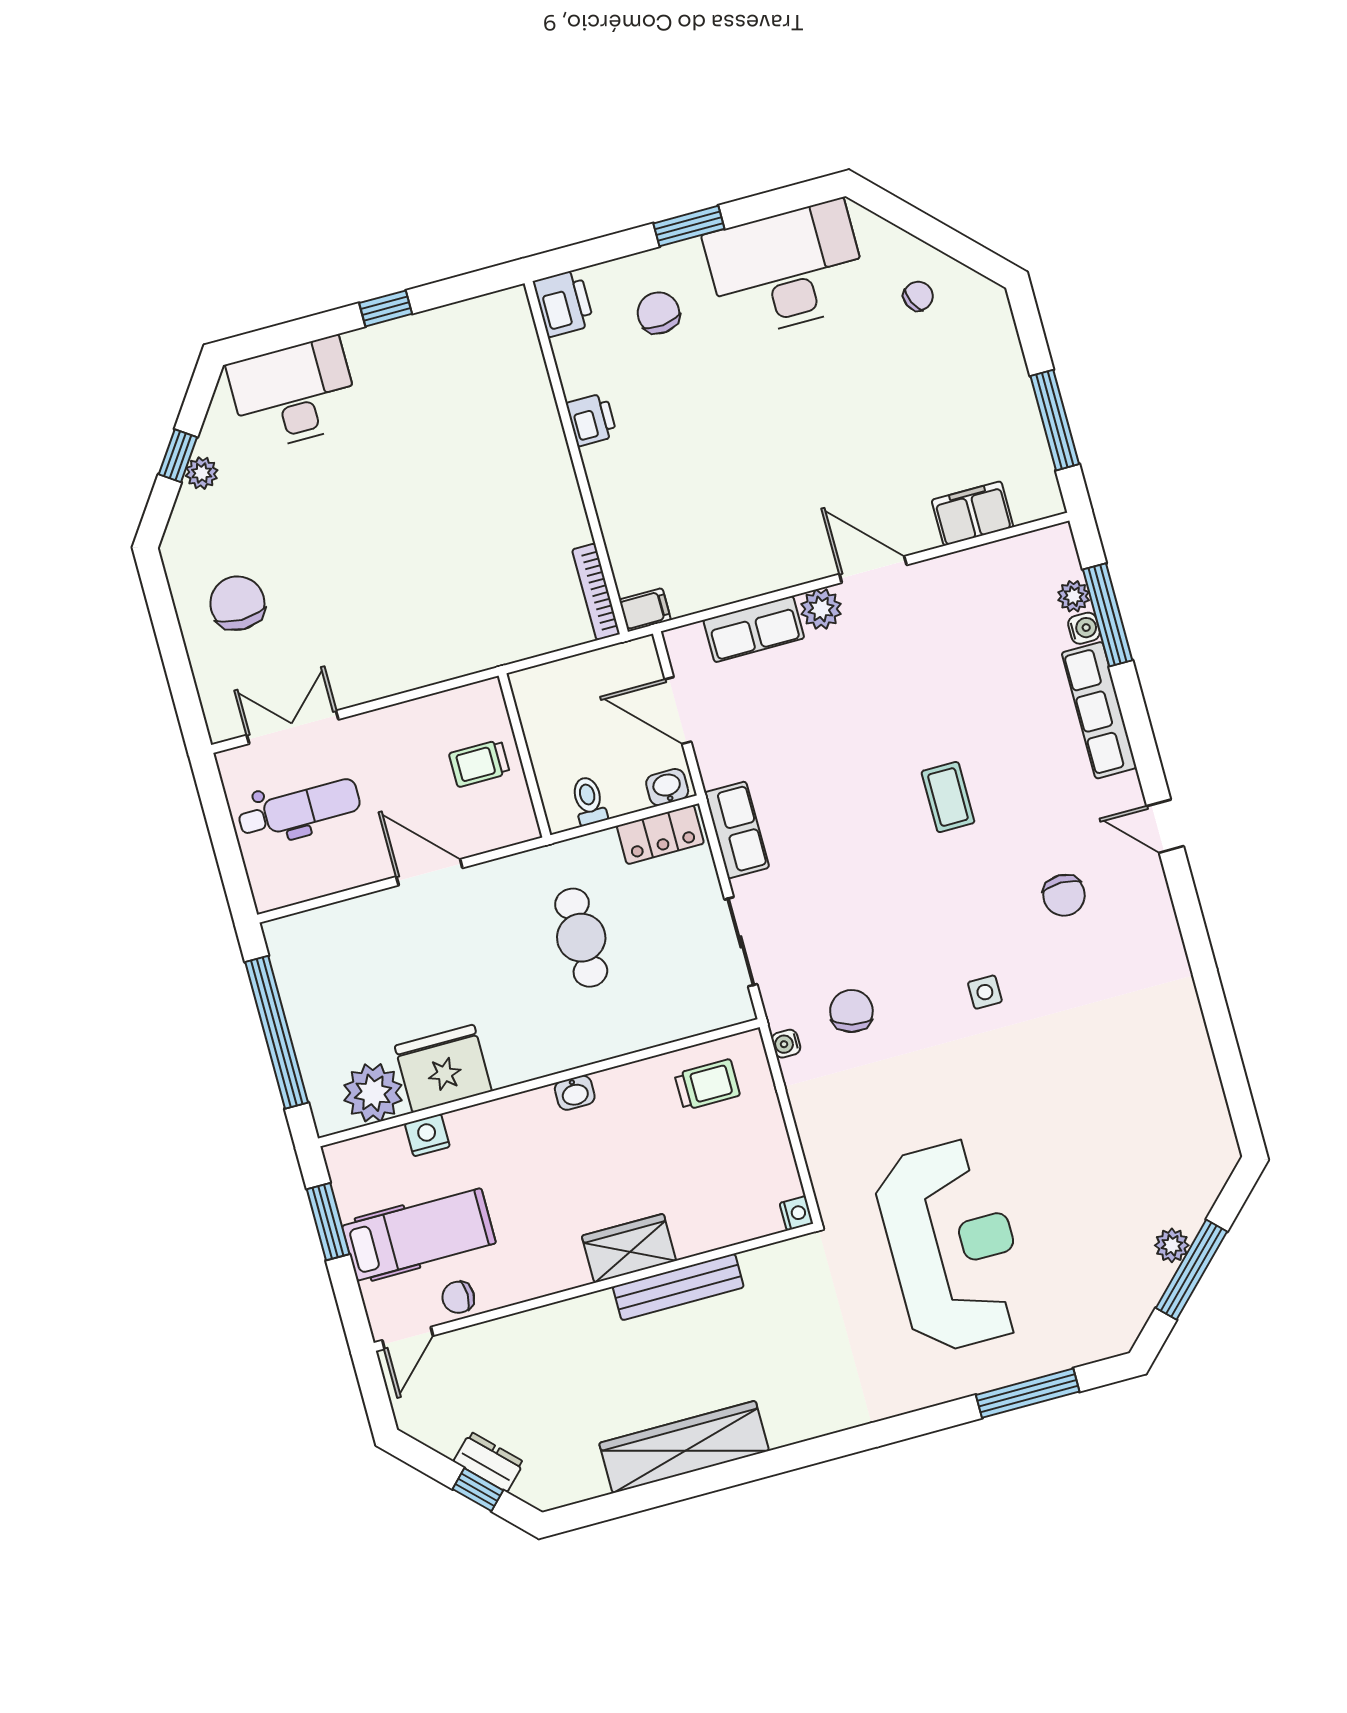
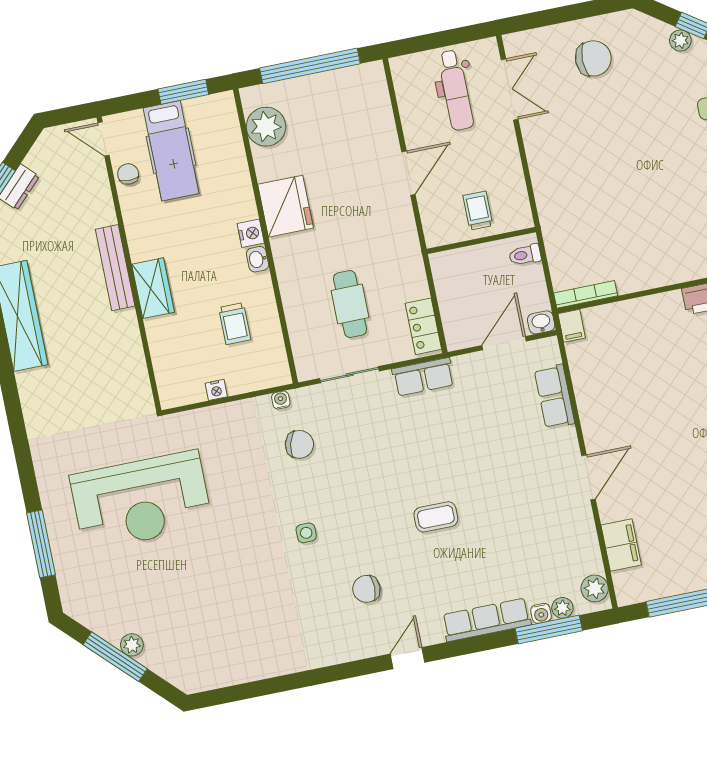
plant: (821, 609) -> (595, 588), moved
washbasin: (667, 787) -> (541, 322), moved, turned -90
toilet: (589, 801) -> (525, 255), moved, turned 180
cafe table: (581, 938) -> (350, 304), moved, turned 90
fridge: (443, 1069) -> (286, 206), moved
trolley: (707, 1085) -> (235, 324), moved
nightstand: (427, 1135) -> (251, 233), moved
nightstand: (796, 1213) -> (216, 390), moved
bench: (678, 1287) -> (115, 268), moved

